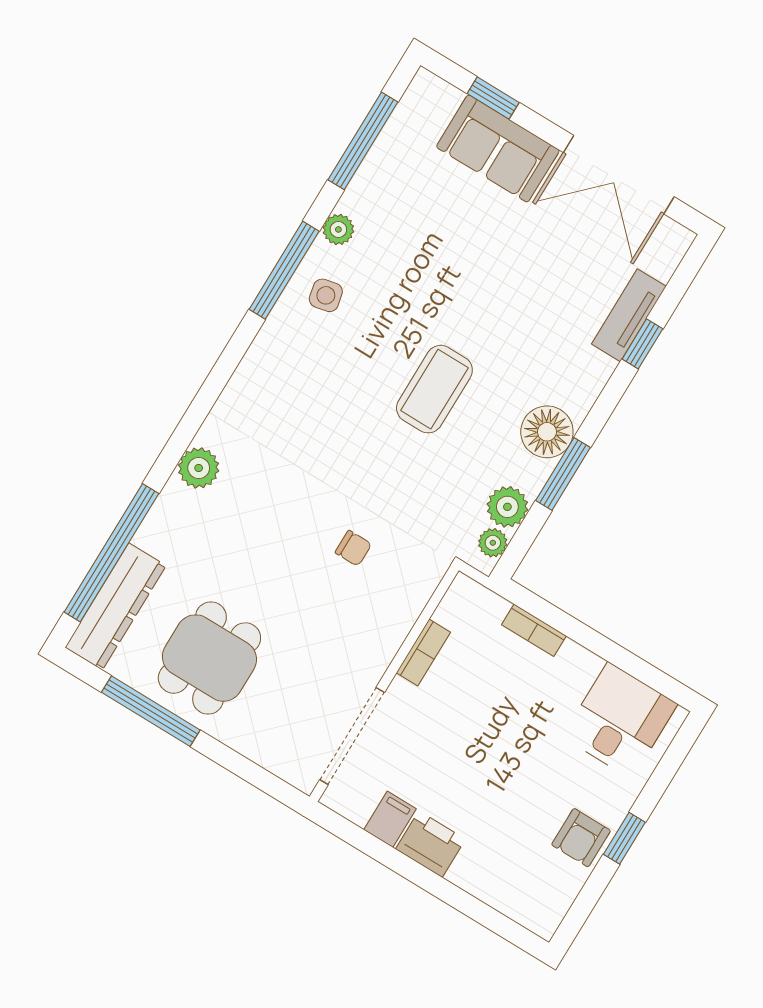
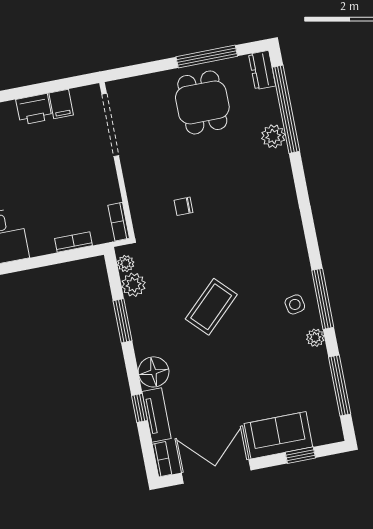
bookcase: (673, 253) -> (162, 459), added
coffee table: (434, 389) -> (211, 307), turned 46
floor lamp: (547, 432) -> (154, 372), moved
plant: (199, 468) -> (273, 136), moved
dresser: (116, 606) -> (262, 70), width x0.51, depth x0.80
bookcase: (423, 653) -> (119, 222), moved

